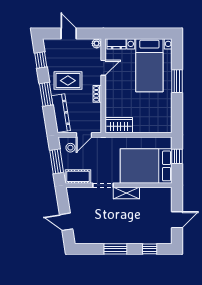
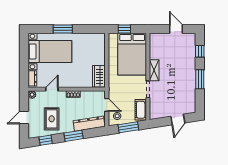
door: (103, 68) -> (52, 89), hinge flipped
rug: (68, 81) -> (52, 119), moved

